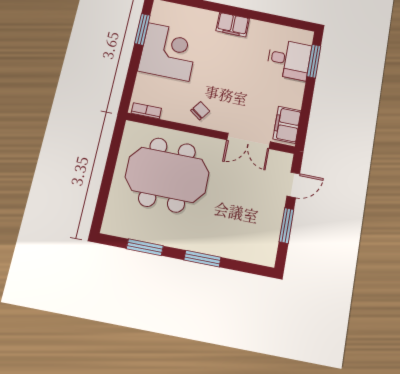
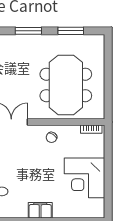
window: (142, 29) -> (108, 191), removed
meeting table: (167, 175) -> (66, 85), turned 90

